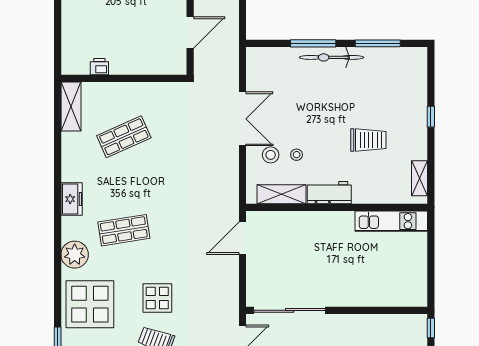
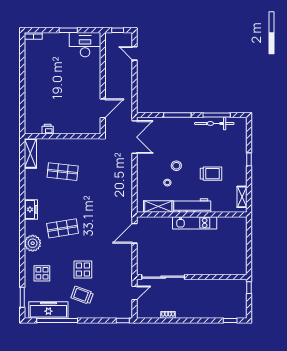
bicycle: (331, 57) -> (214, 123), moved
double door: (242, 119) -> (135, 137), moved
shop shelf: (124, 137) -> (63, 172), turned 30
stool: (271, 155) -> (176, 166), moved
workbench: (329, 193) -> (192, 206), width x1.38
kitchen unit: (391, 221) -> (195, 223), moved
display table: (90, 304) -> (42, 273), width x0.54, depth x0.54

